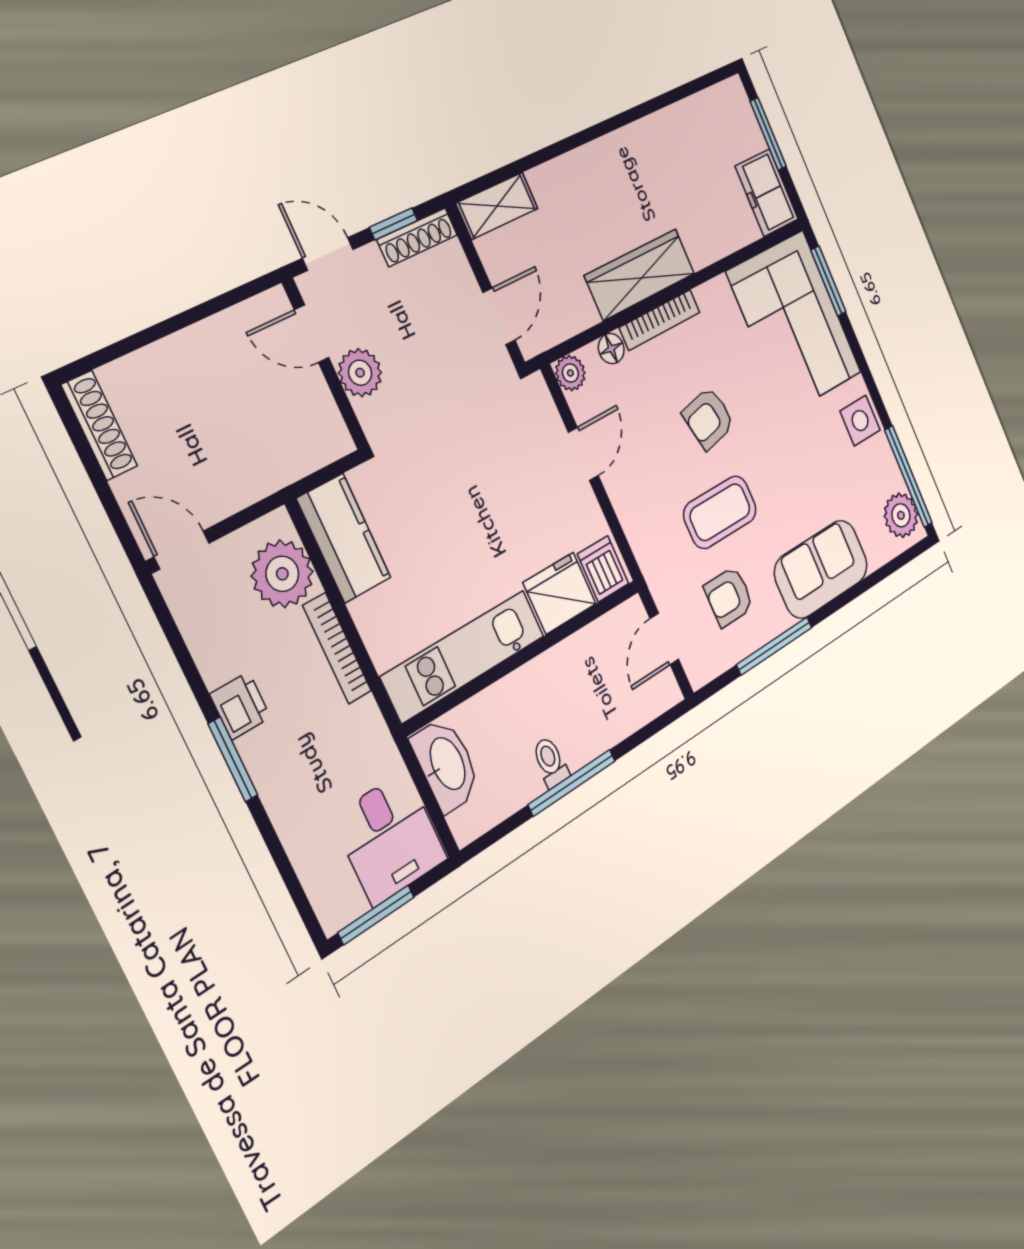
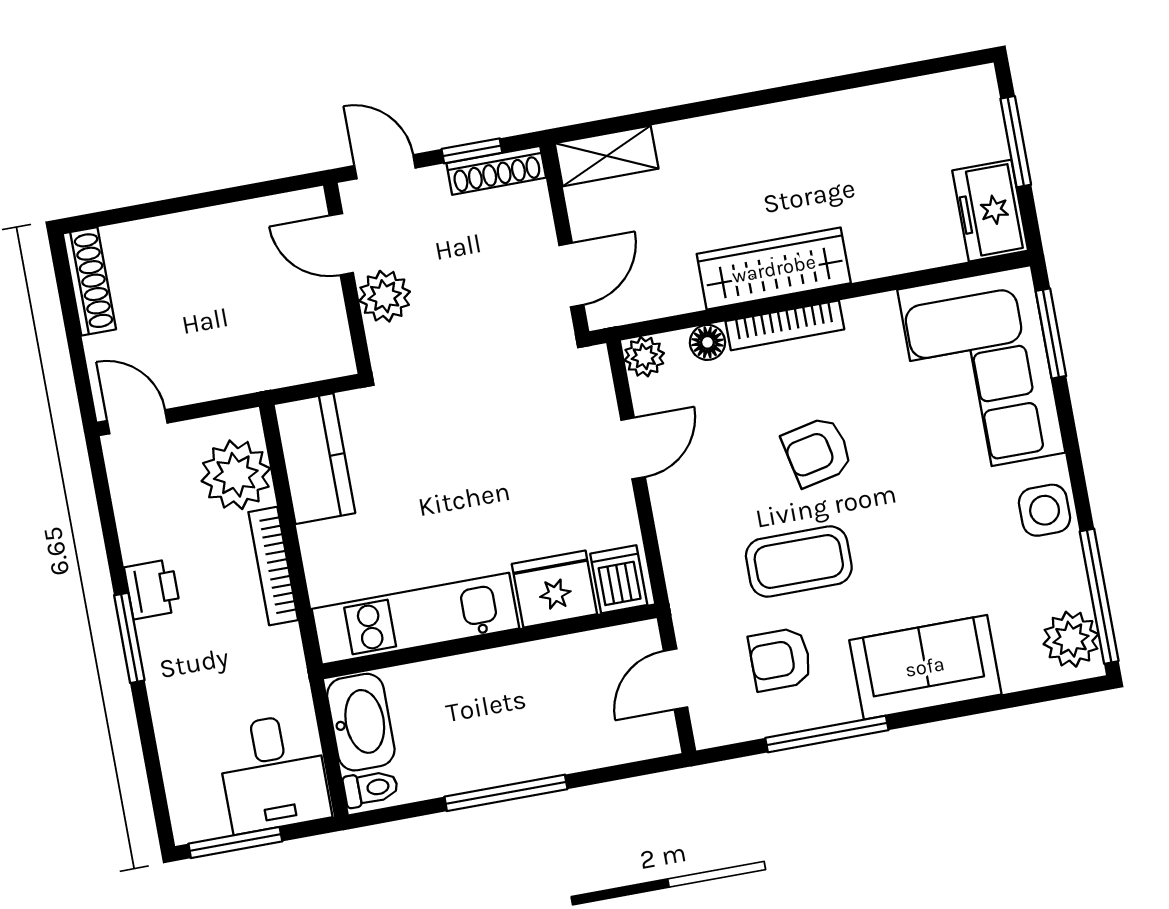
toilet: (550, 762) -> (371, 788), moved, turned 90

